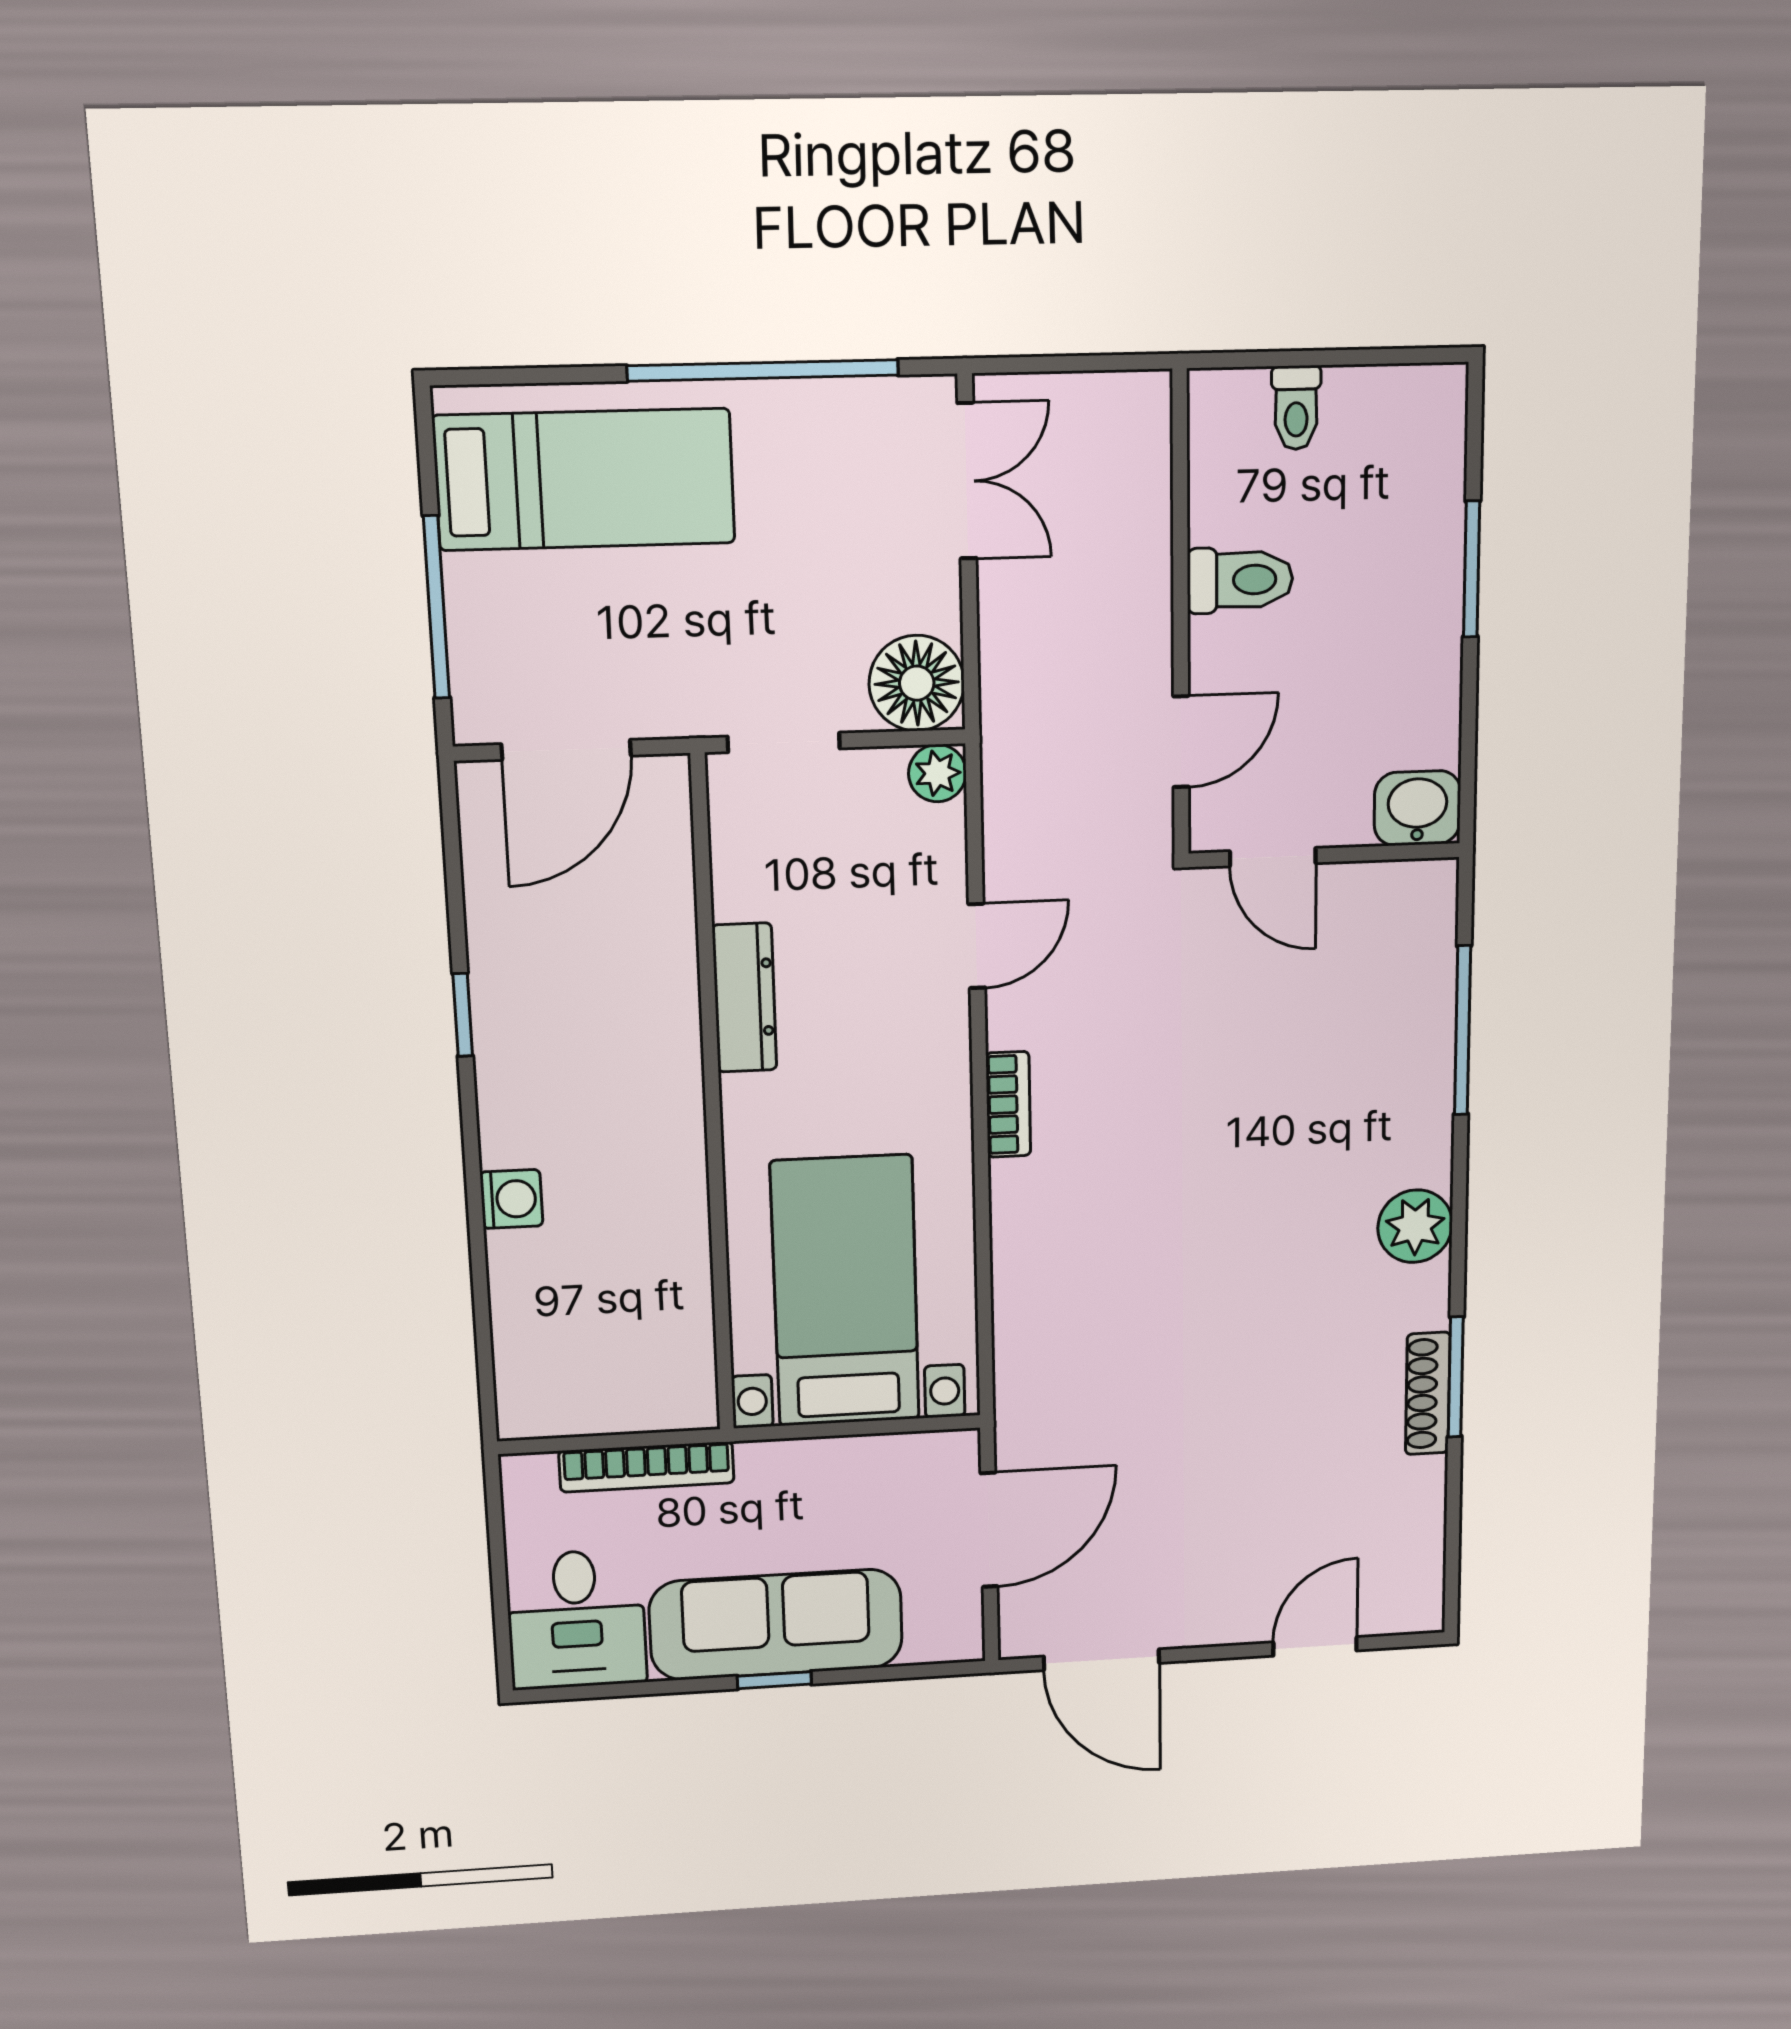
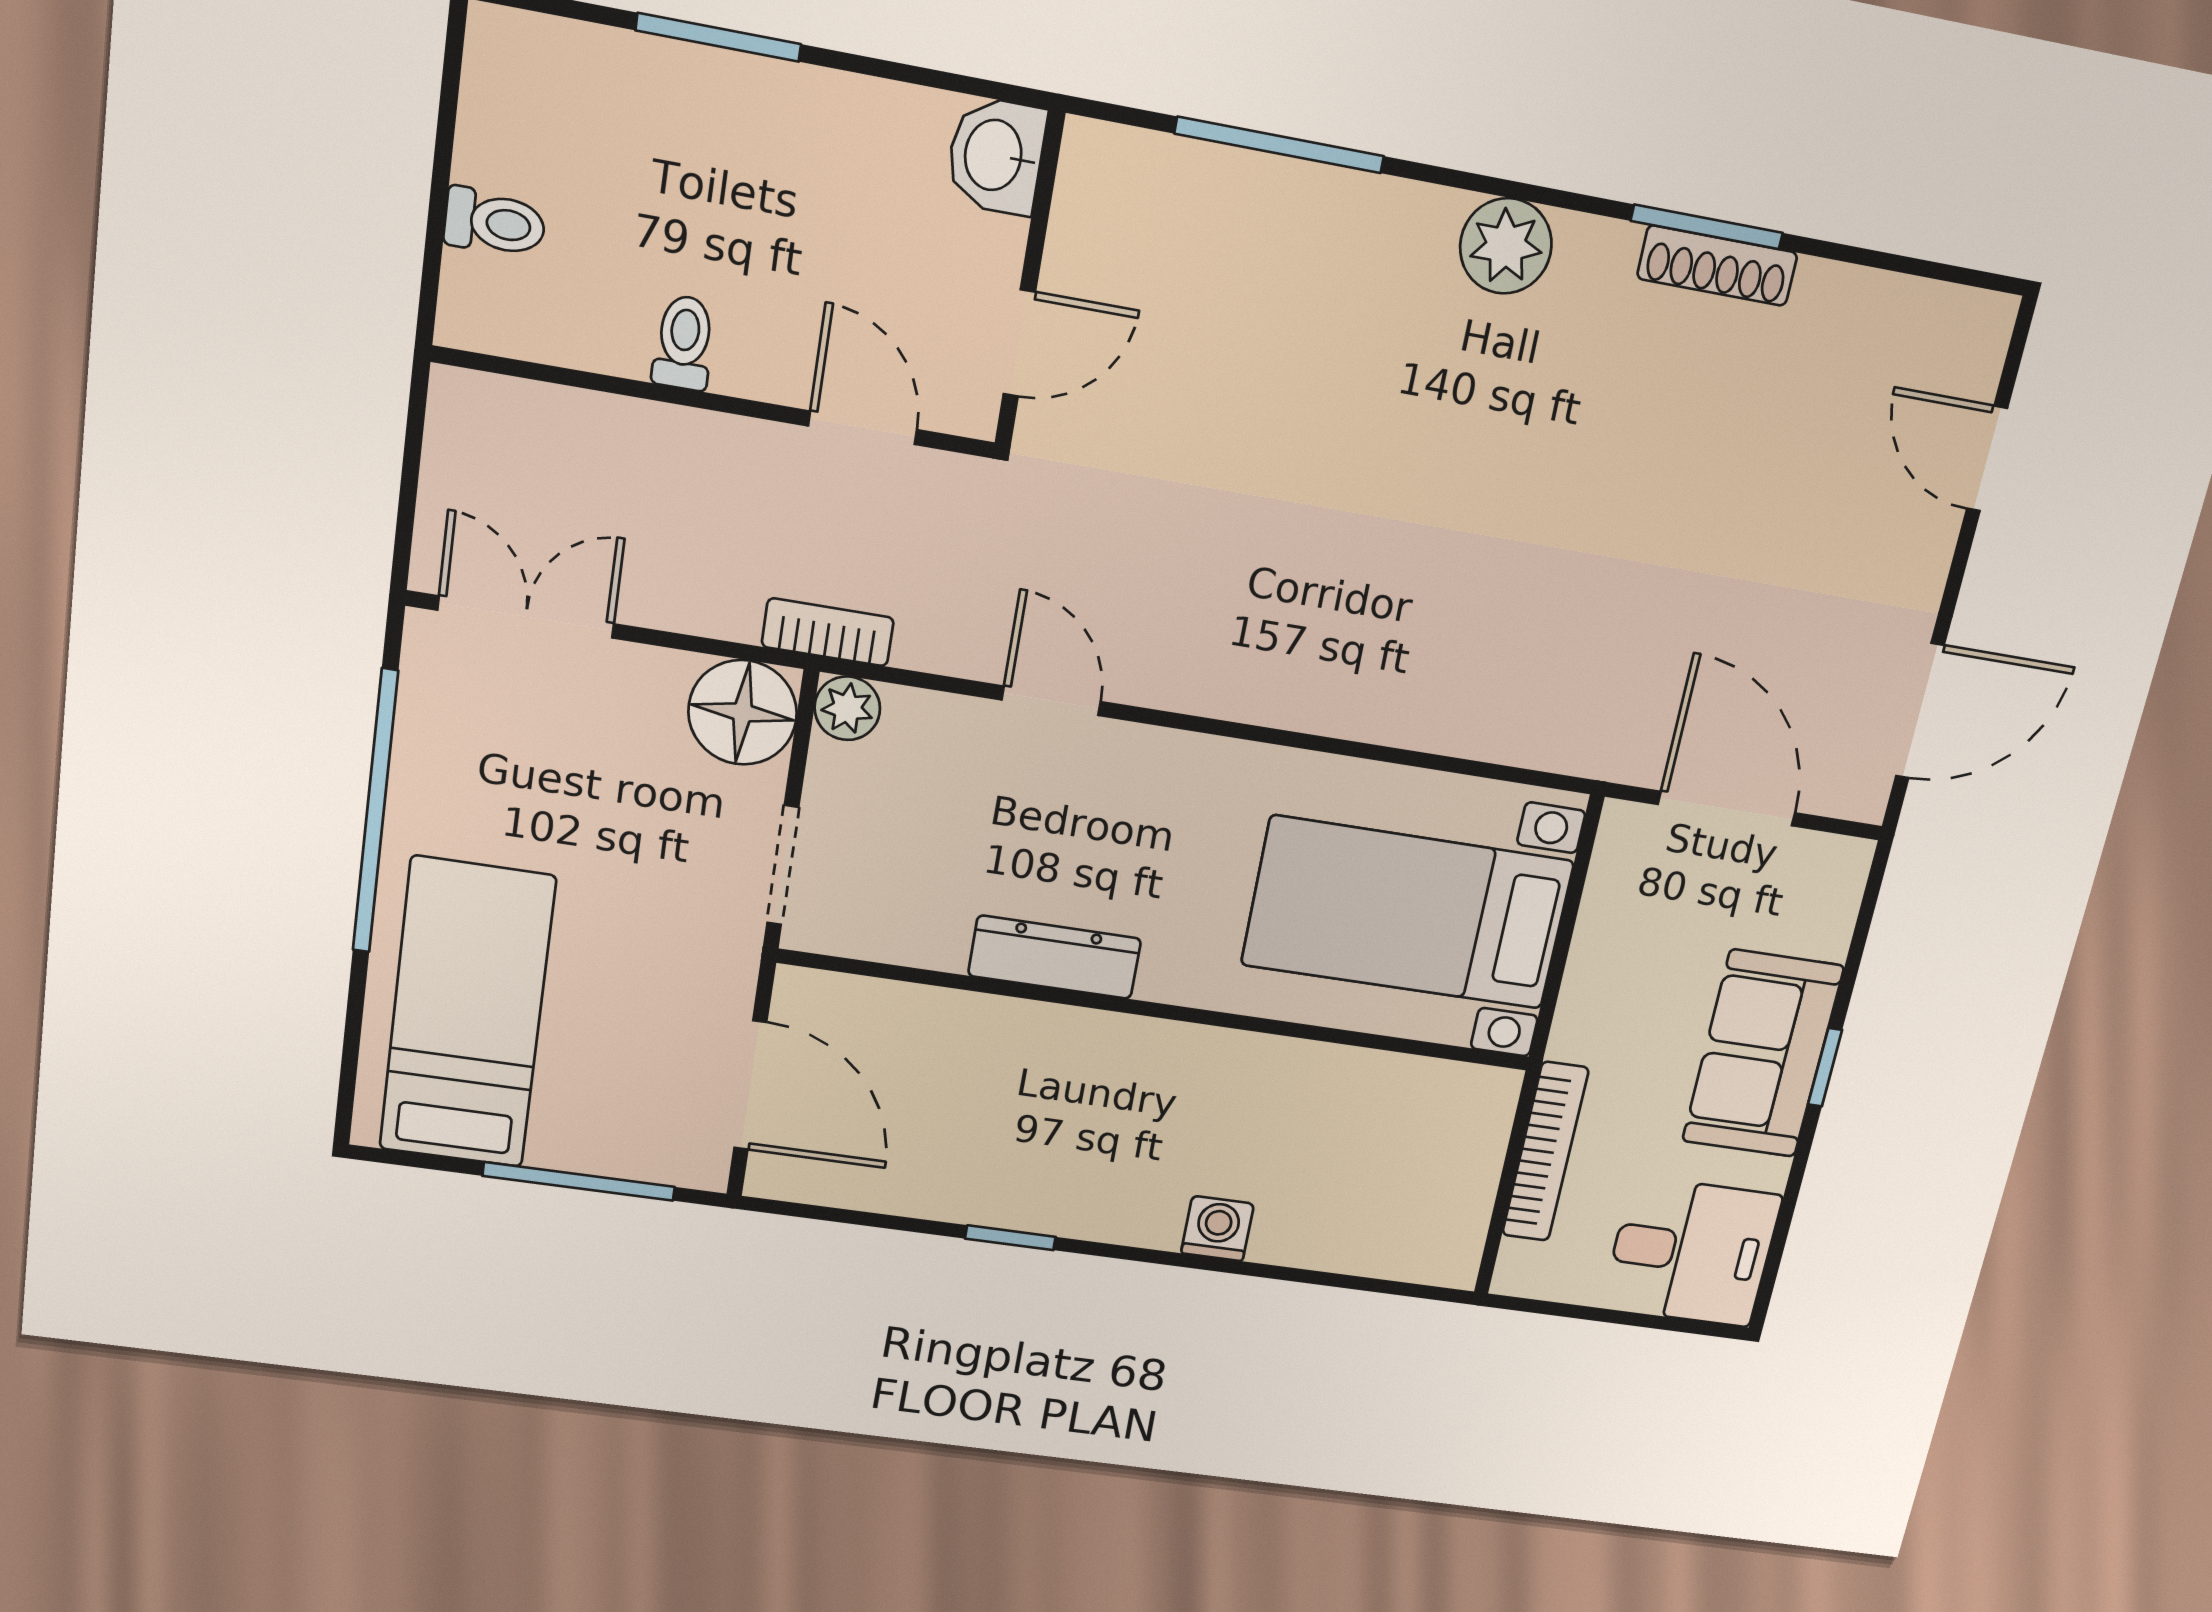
toilet: (1240, 580) -> (684, 343), width x0.73, depth x0.72
bookcase: (1008, 1104) -> (828, 632), moved
sofa: (776, 1625) -> (1763, 1054), width x0.73

